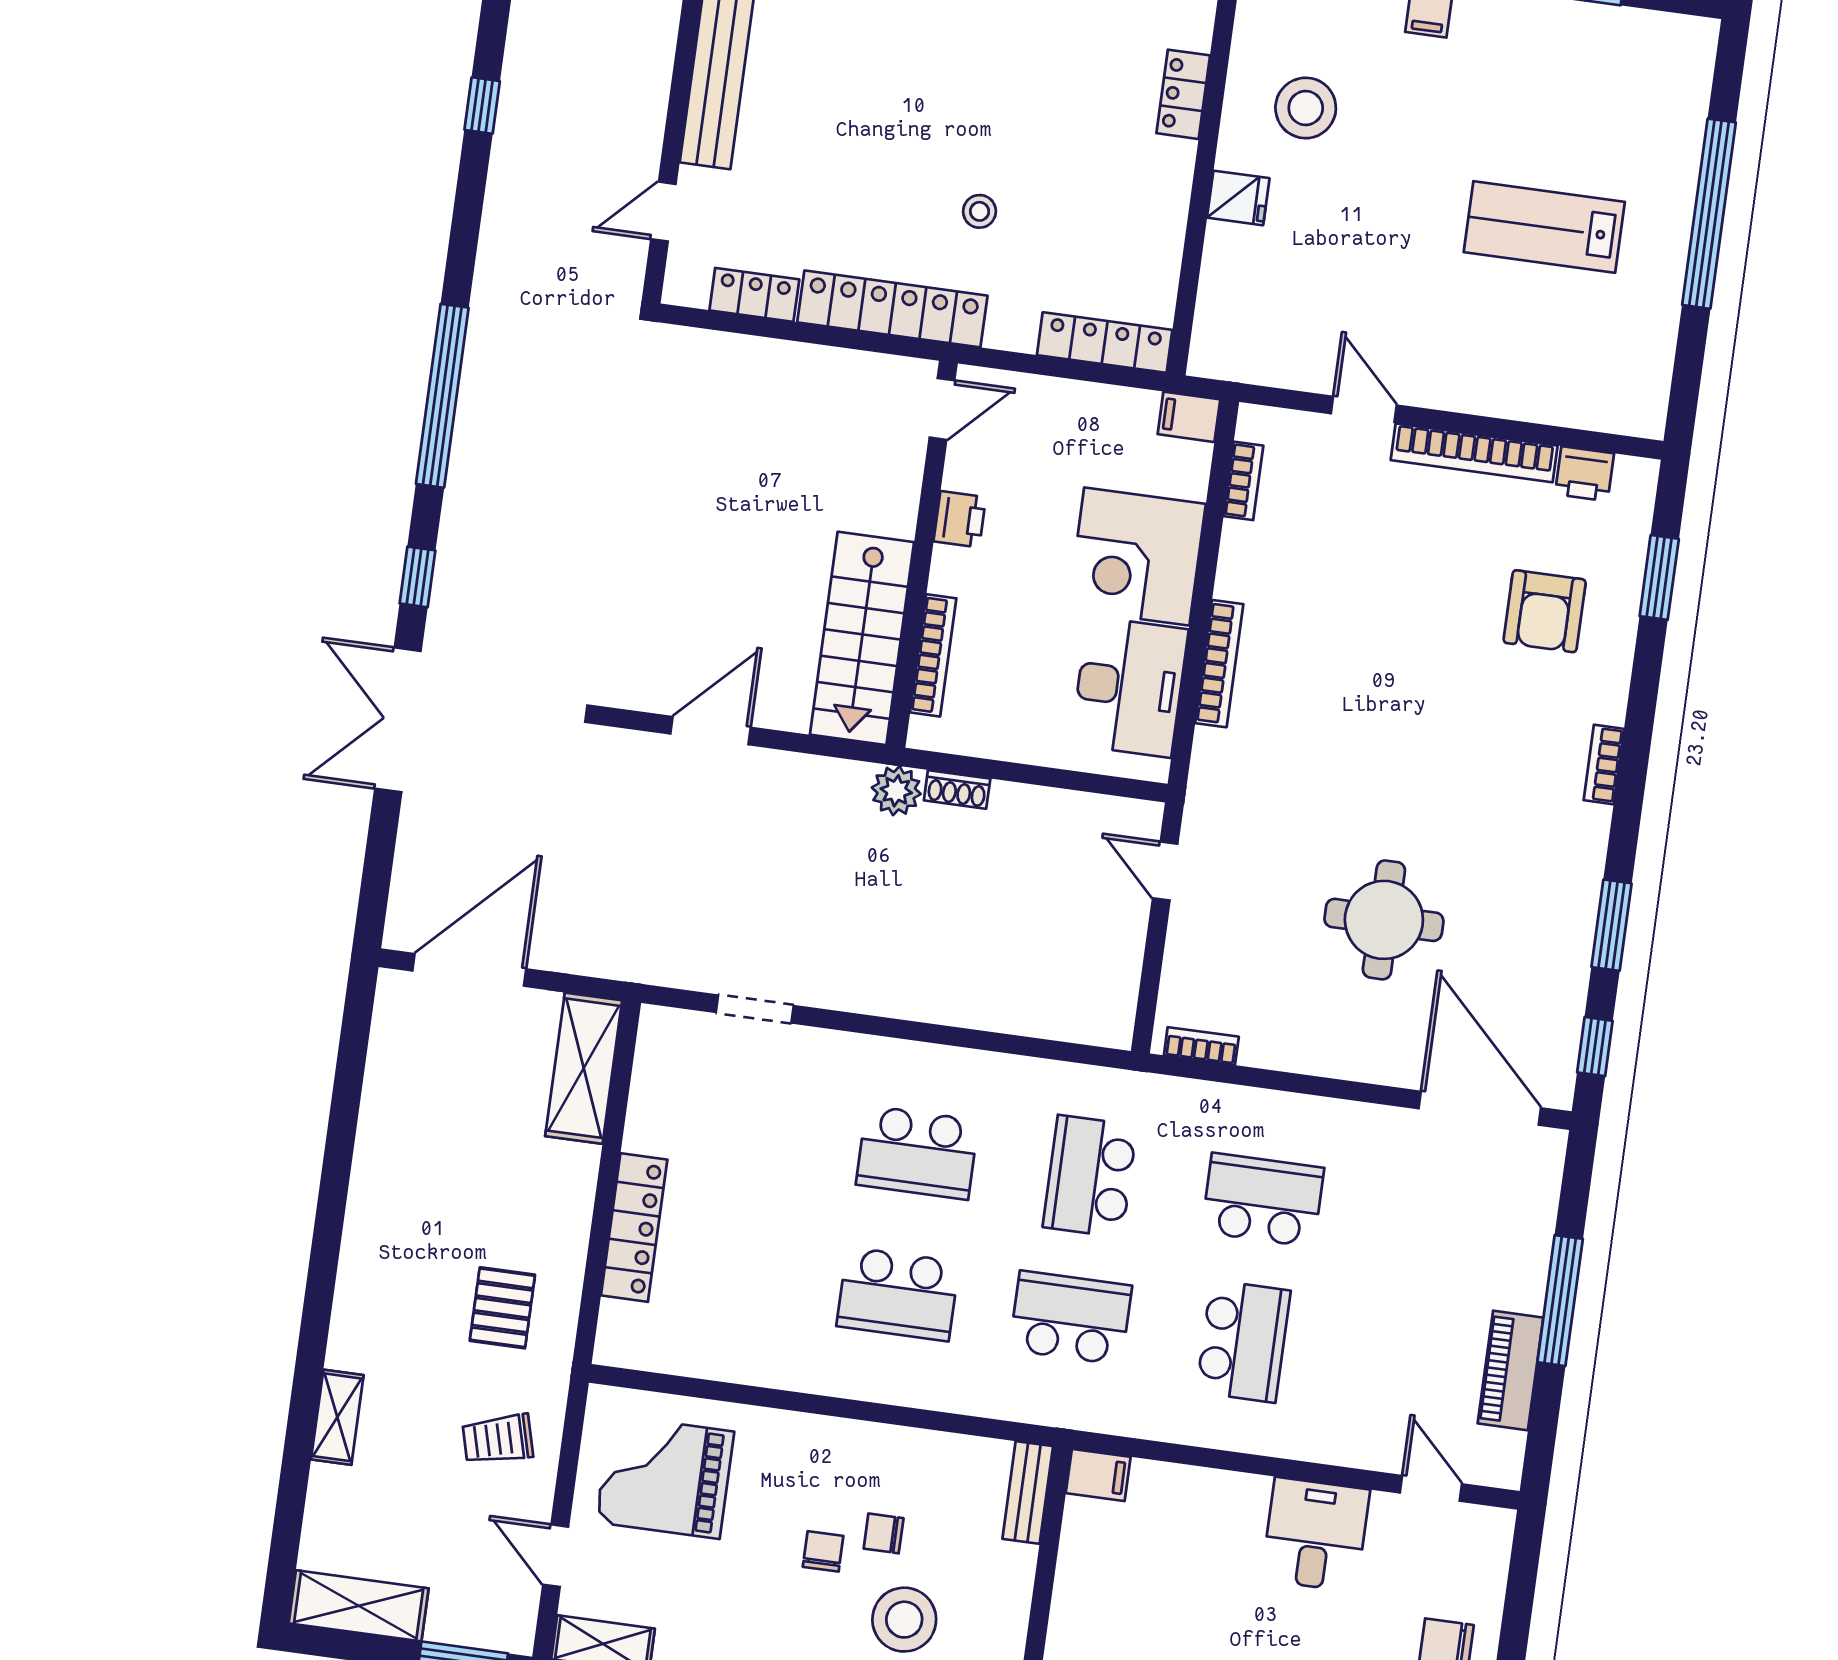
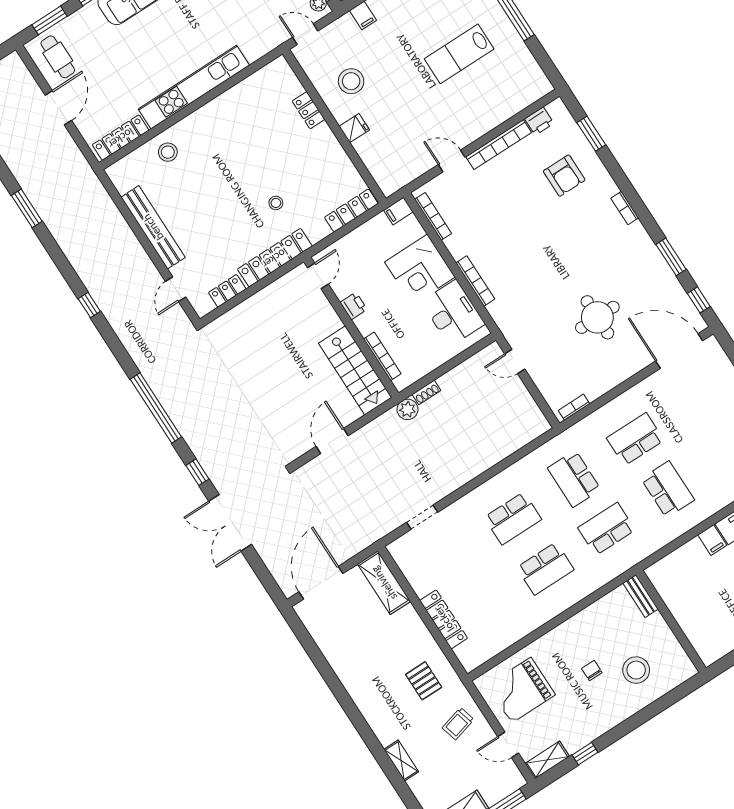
bookcase: (1243, 481) -> (433, 216), width x1.56
filing cabinet: (1098, 1475) -> (712, 540), moved, turned 90
chair: (884, 1533) -> (606, 648), removed

